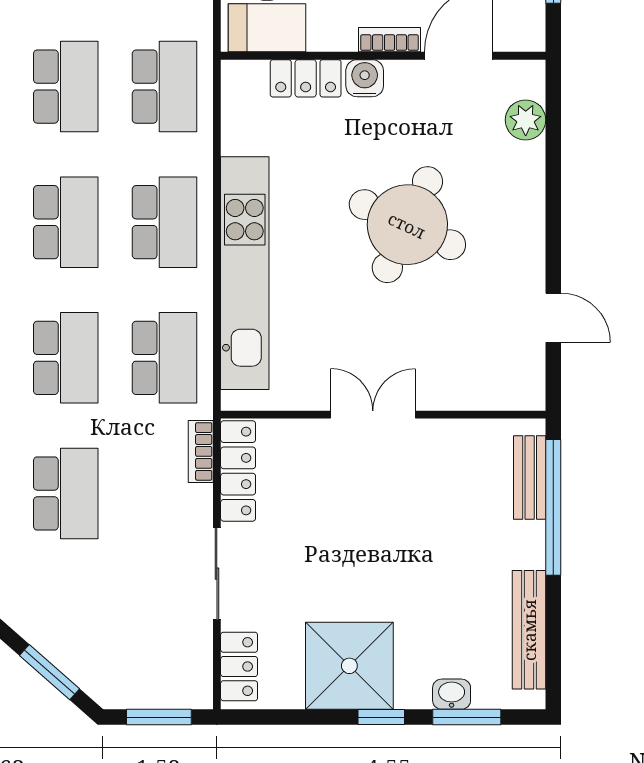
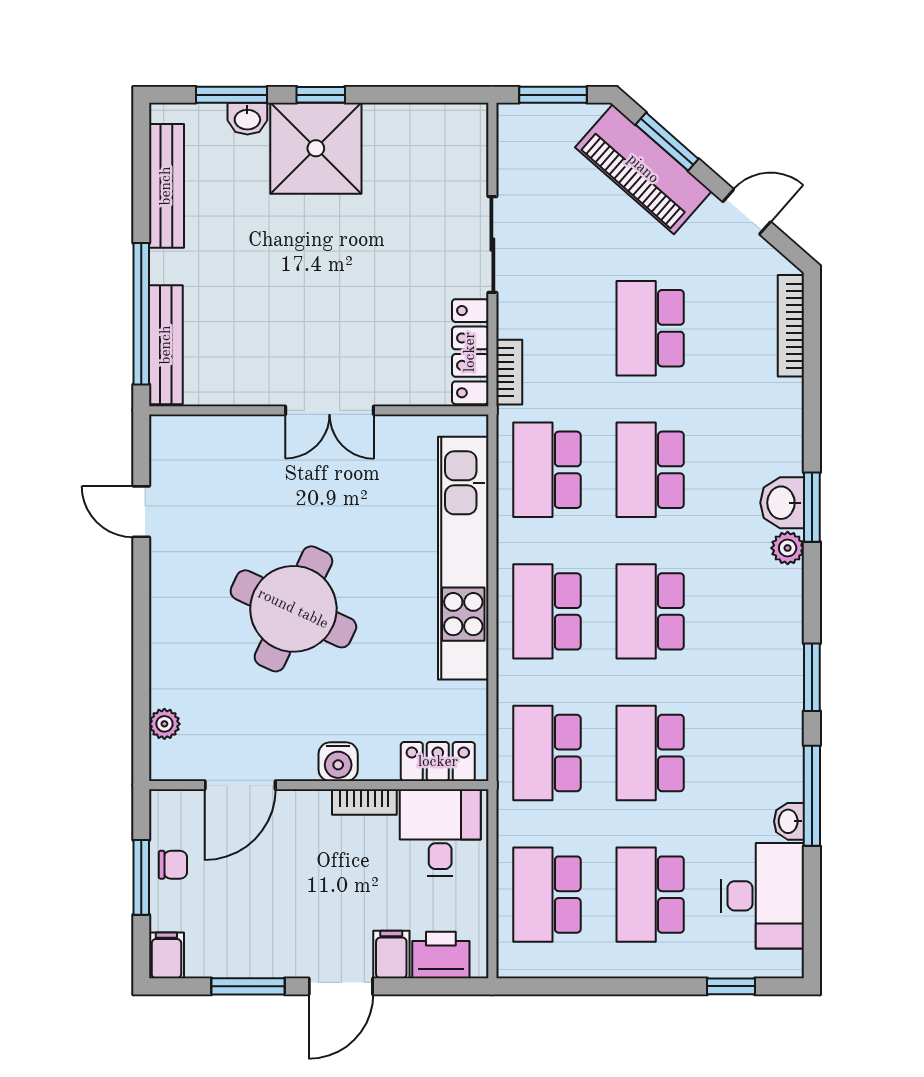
bookcase: (390, 40) -> (364, 802), moved
locker: (306, 78) -> (438, 762), moved
plant: (526, 120) -> (164, 724), width x0.73, depth x0.73
bench: (530, 478) -> (166, 345), width x1.36
piano: (72, 646) -> (643, 169), added
shower: (349, 666) -> (316, 148), moved
locker: (239, 667) -> (469, 148), removed

